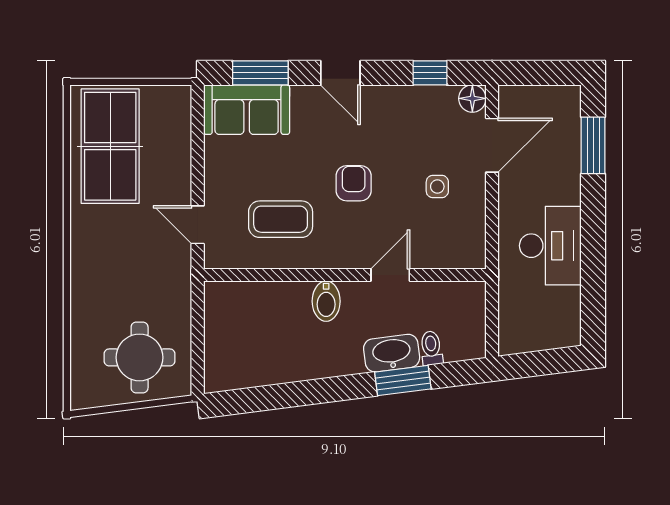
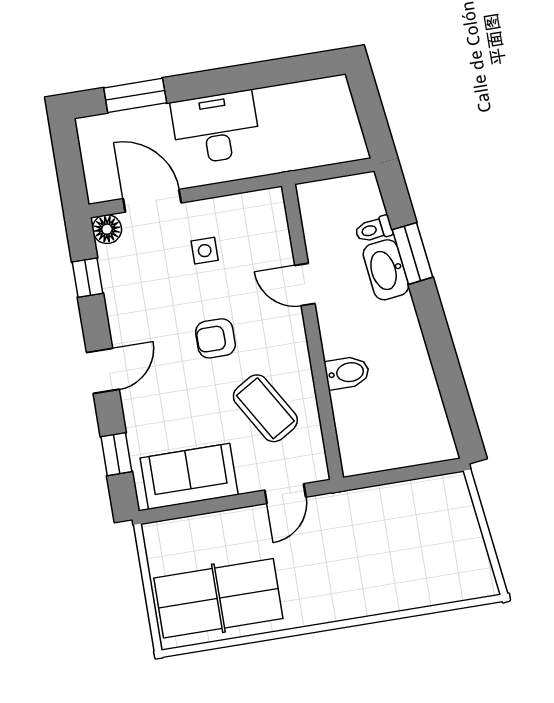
window: (260, 73) -> (116, 454), width x0.67
sofa: (247, 110) -> (189, 476), moved, turned -90
coffee table: (281, 219) -> (265, 408), turned -31
desk: (550, 246) -> (216, 128), moved
bidet: (326, 301) -> (347, 373), moved
round table: (140, 357) -> (433, 532), removed

